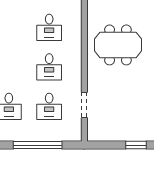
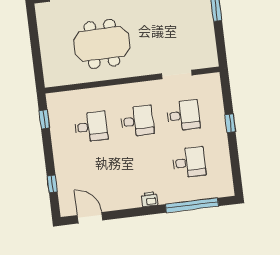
meeting table: (118, 45) -> (102, 44), turned 90
window: (38, 145) -> (230, 123), width x0.32

